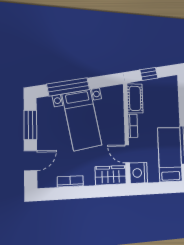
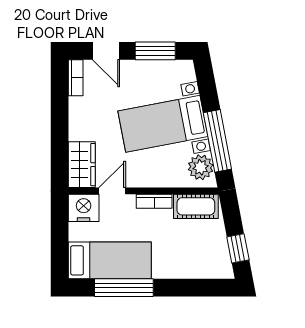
window: (149, 74) -> (238, 248), moved
window: (68, 87) -> (217, 141), moved
plant: (110, 95) -> (201, 167), added
bookcase: (70, 181) -> (76, 78), moved

